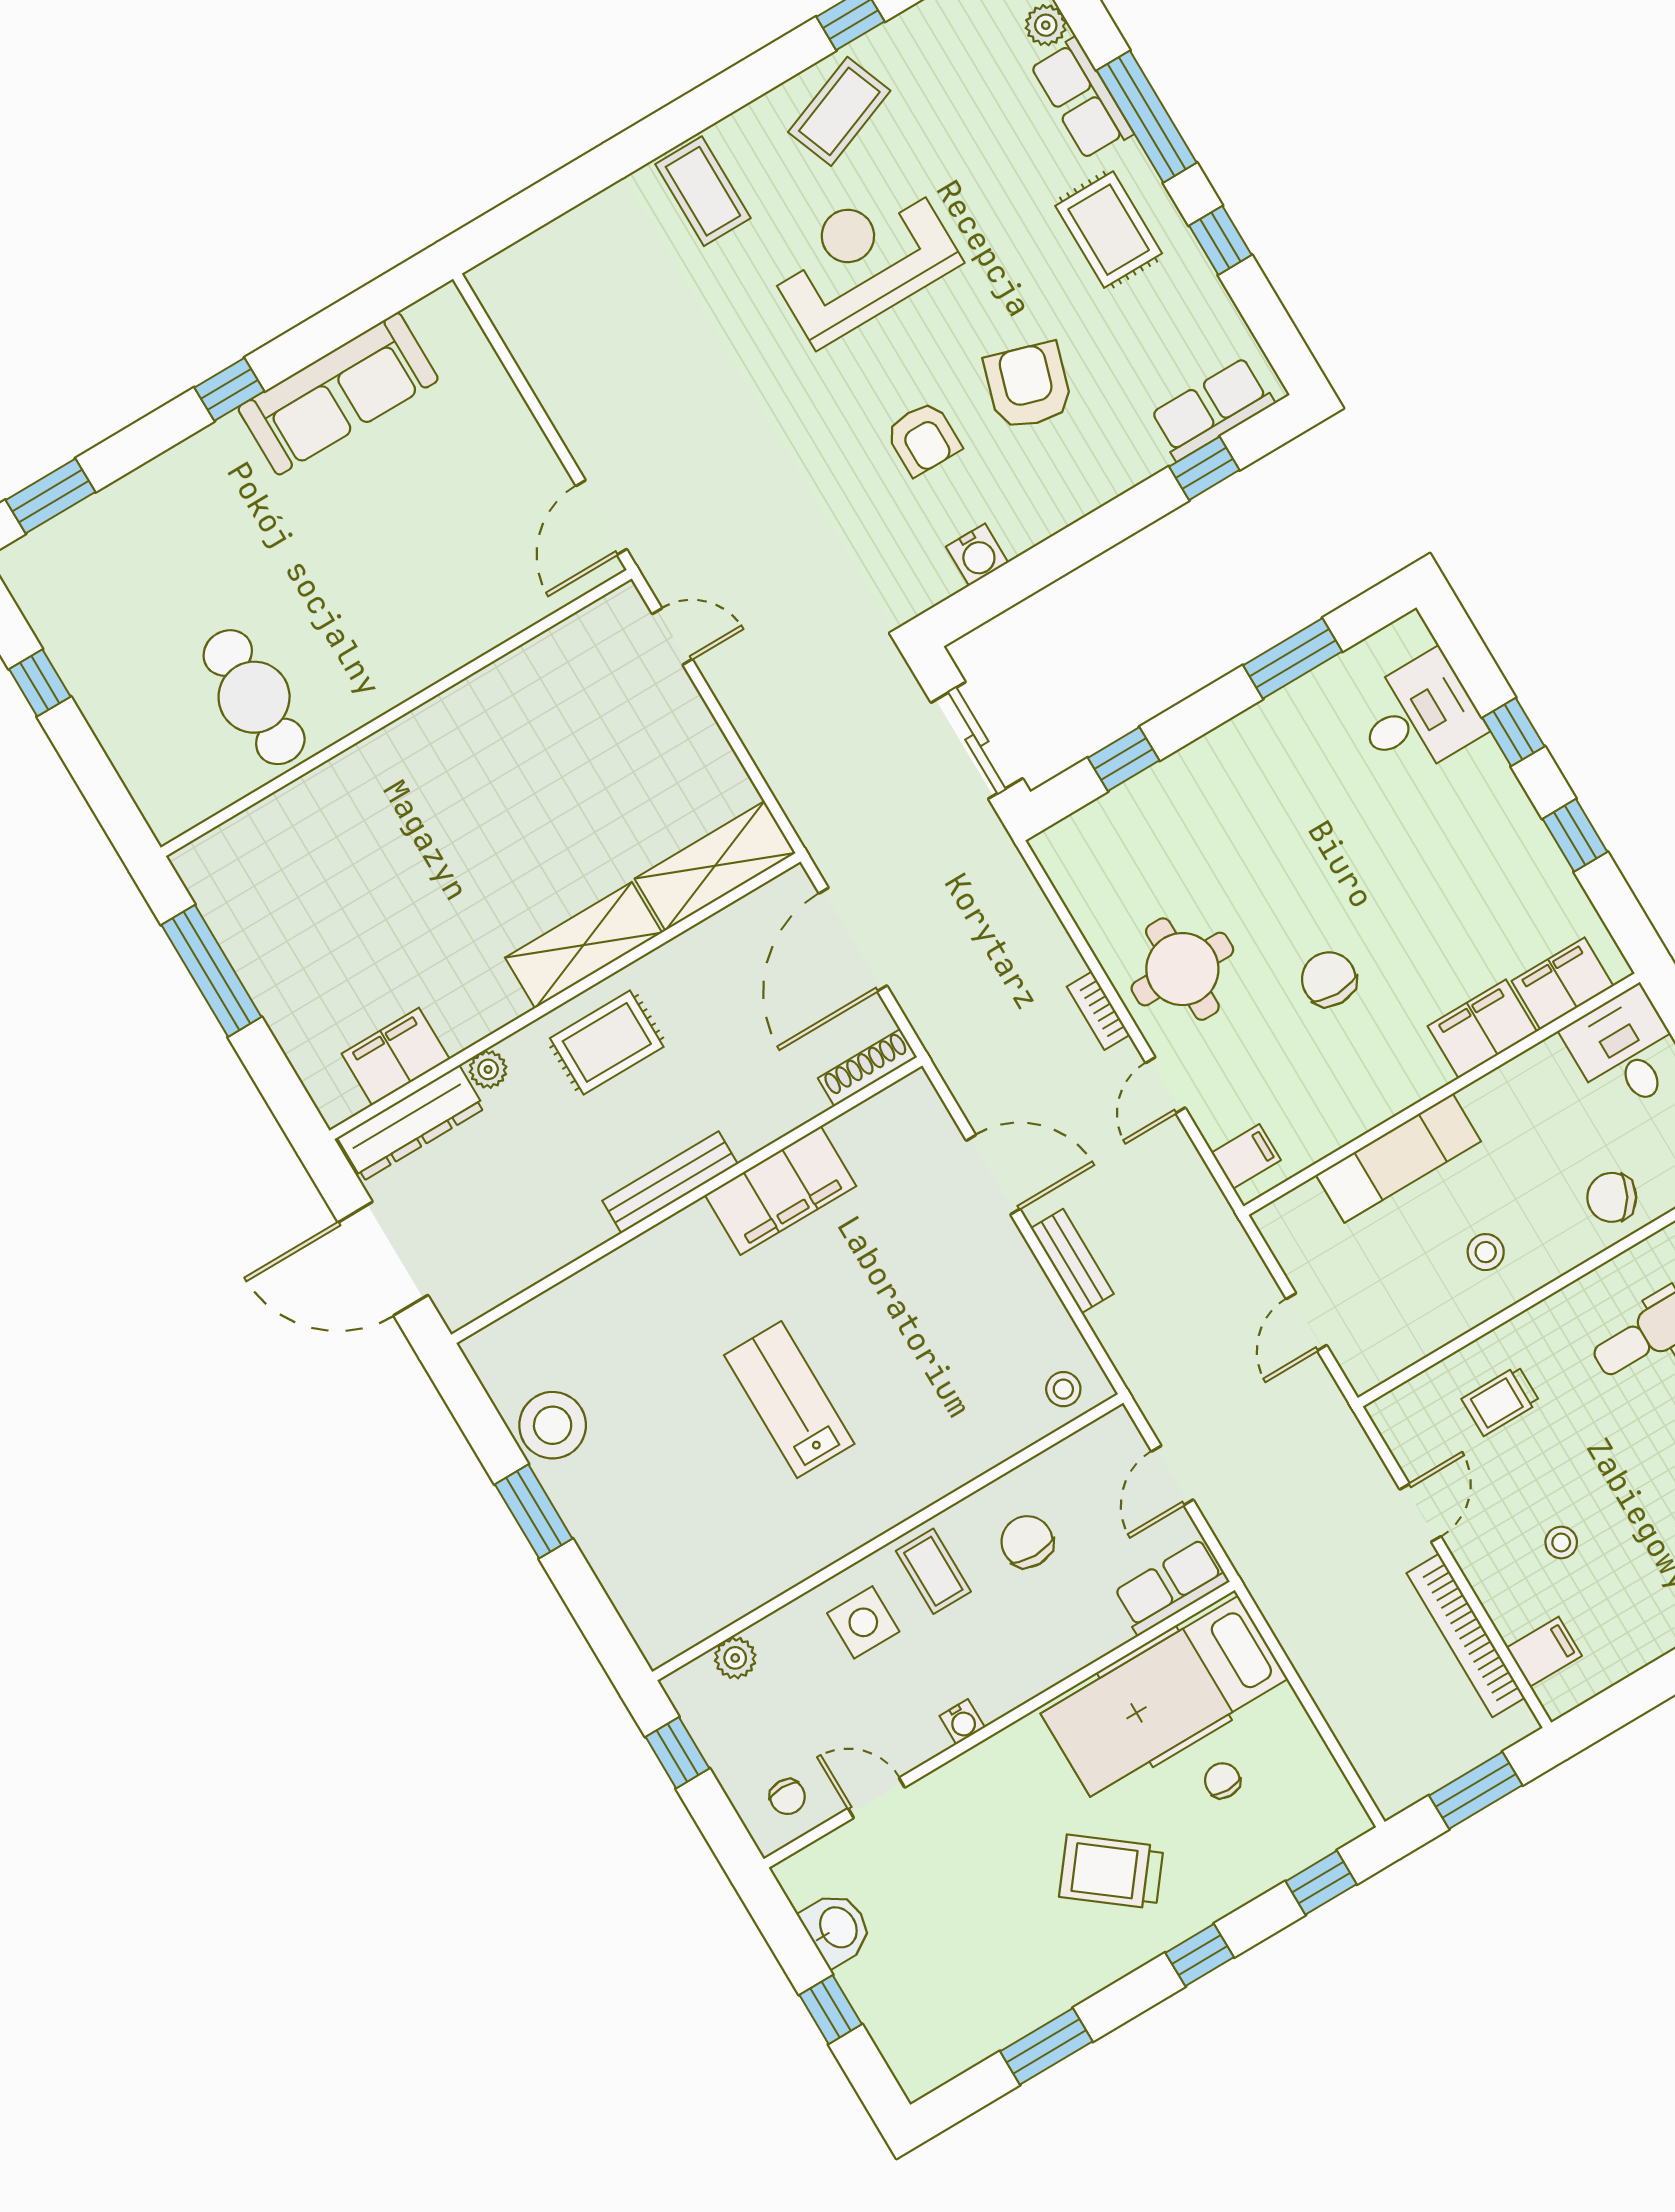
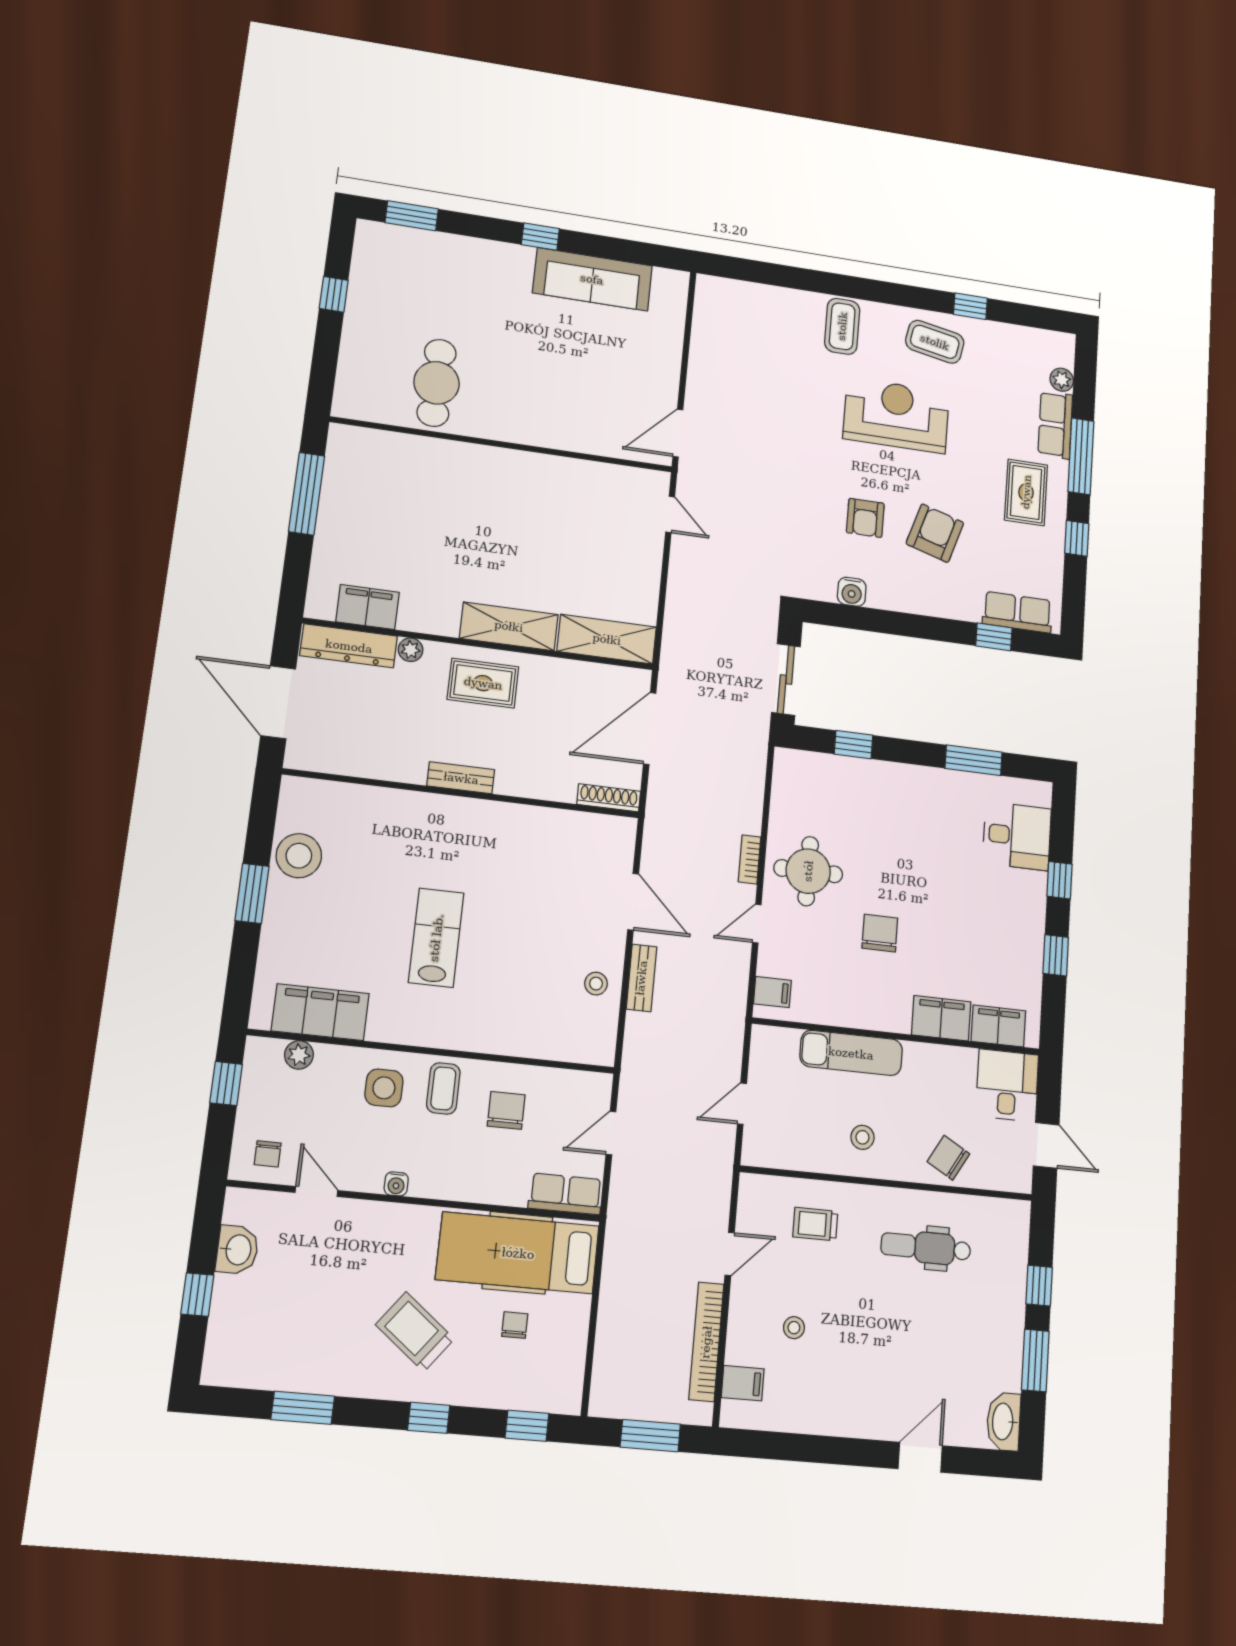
coffee table: (839, 111) -> (935, 342), turned 32
bench: (670, 1182) -> (461, 778), width x0.73
filing cabinet: (781, 1190) -> (320, 1012), moved, turned 180
stool: (1063, 1389) -> (596, 984), moved

